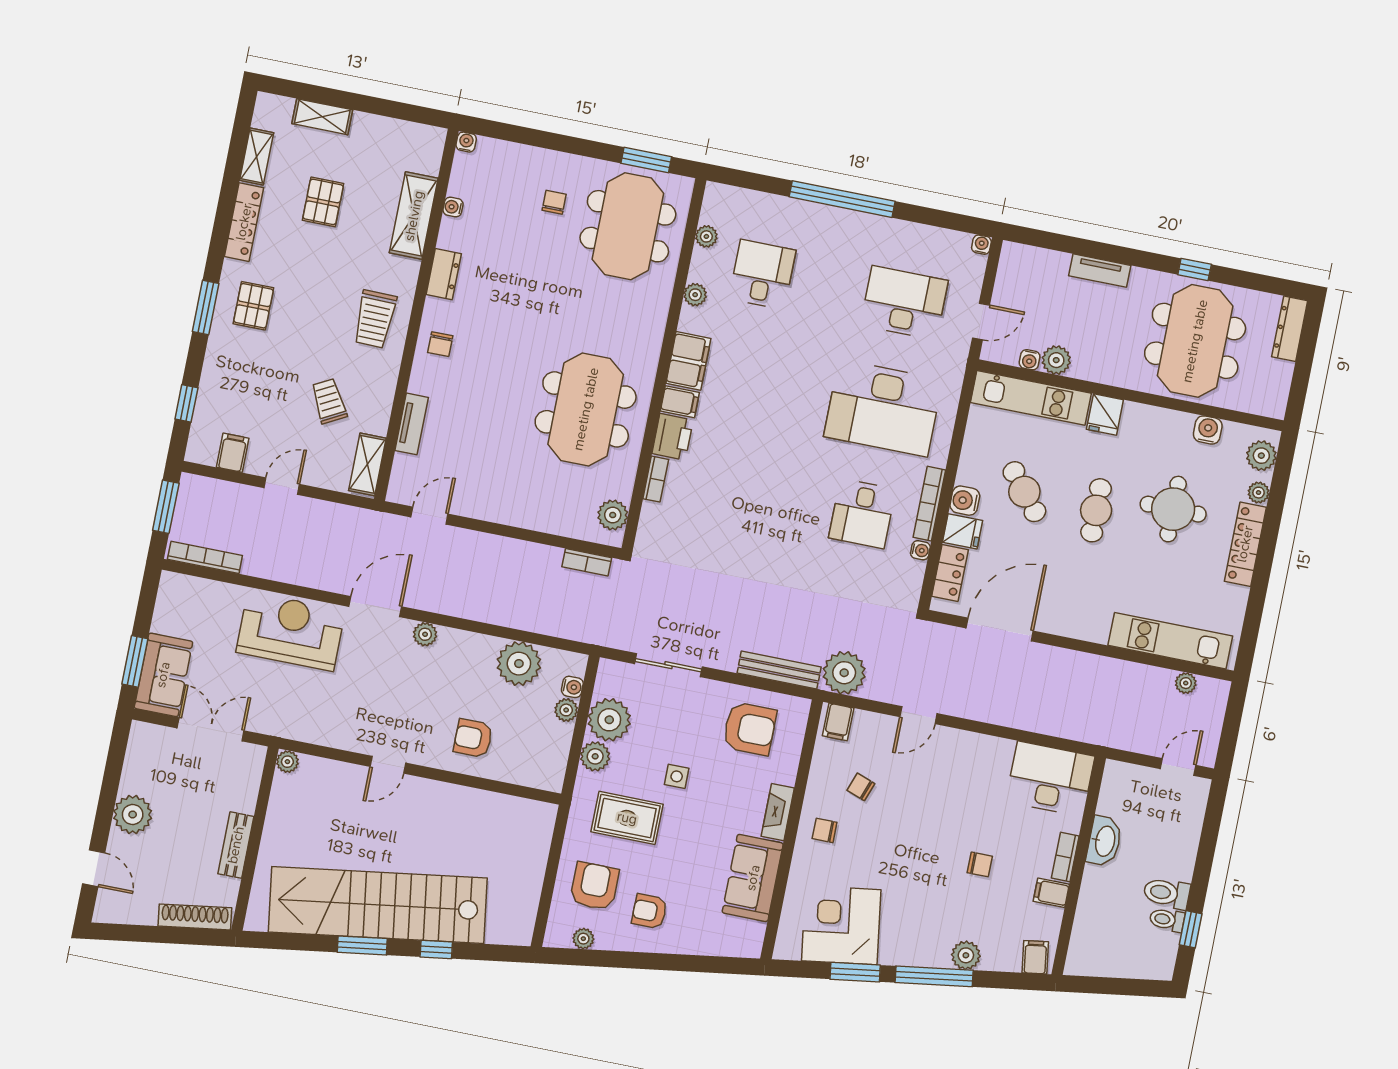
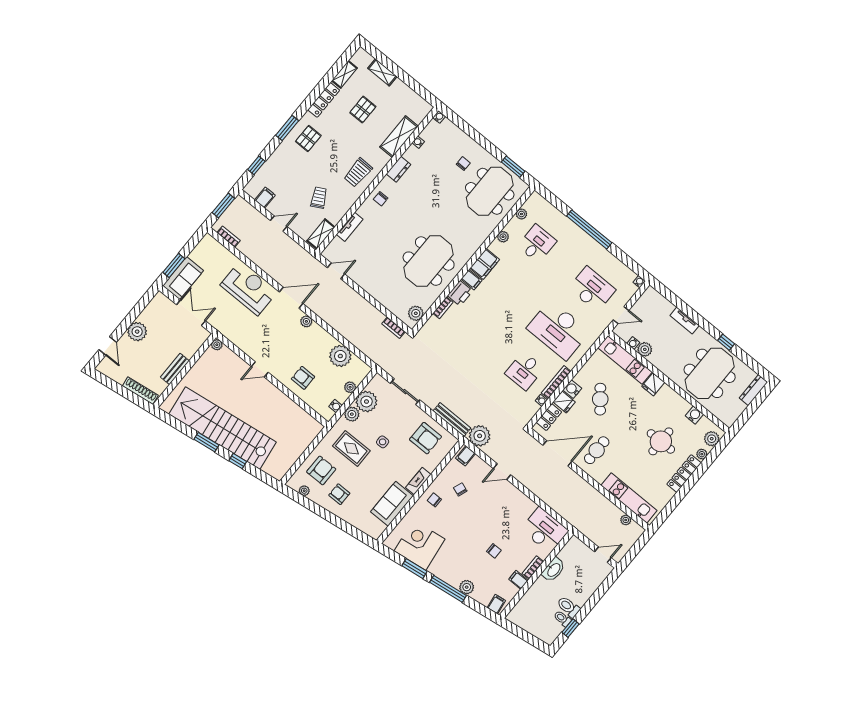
cafe table: (1096, 510) -> (597, 450), moved
bookcase: (205, 557) -> (229, 237), width x0.64
water cooler: (572, 687) -> (336, 406), moved

